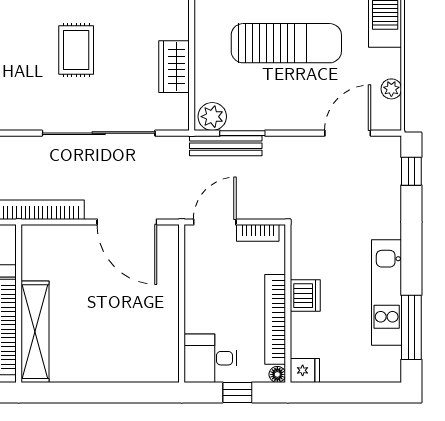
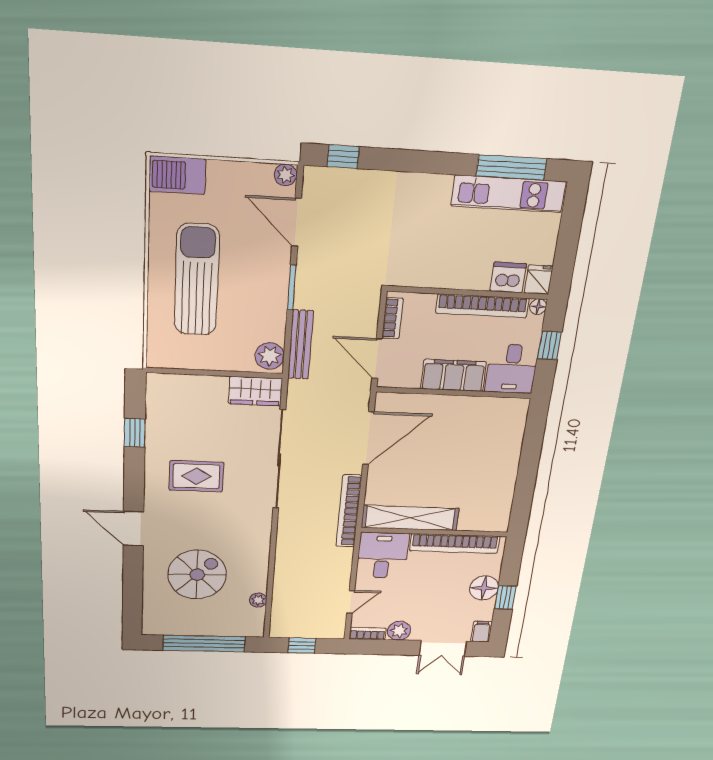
wardrobe: (174, 67) -> (255, 391), moved
plant: (391, 89) -> (285, 175), moved
window: (242, 133) -> (292, 287), moved
kitchen unit: (387, 292) -> (508, 194), moved
dishwasher: (305, 296) -> (508, 278), moved
filing cabinet: (200, 301) -> (454, 375), added
shelving: (35, 332) -> (410, 518), moved

